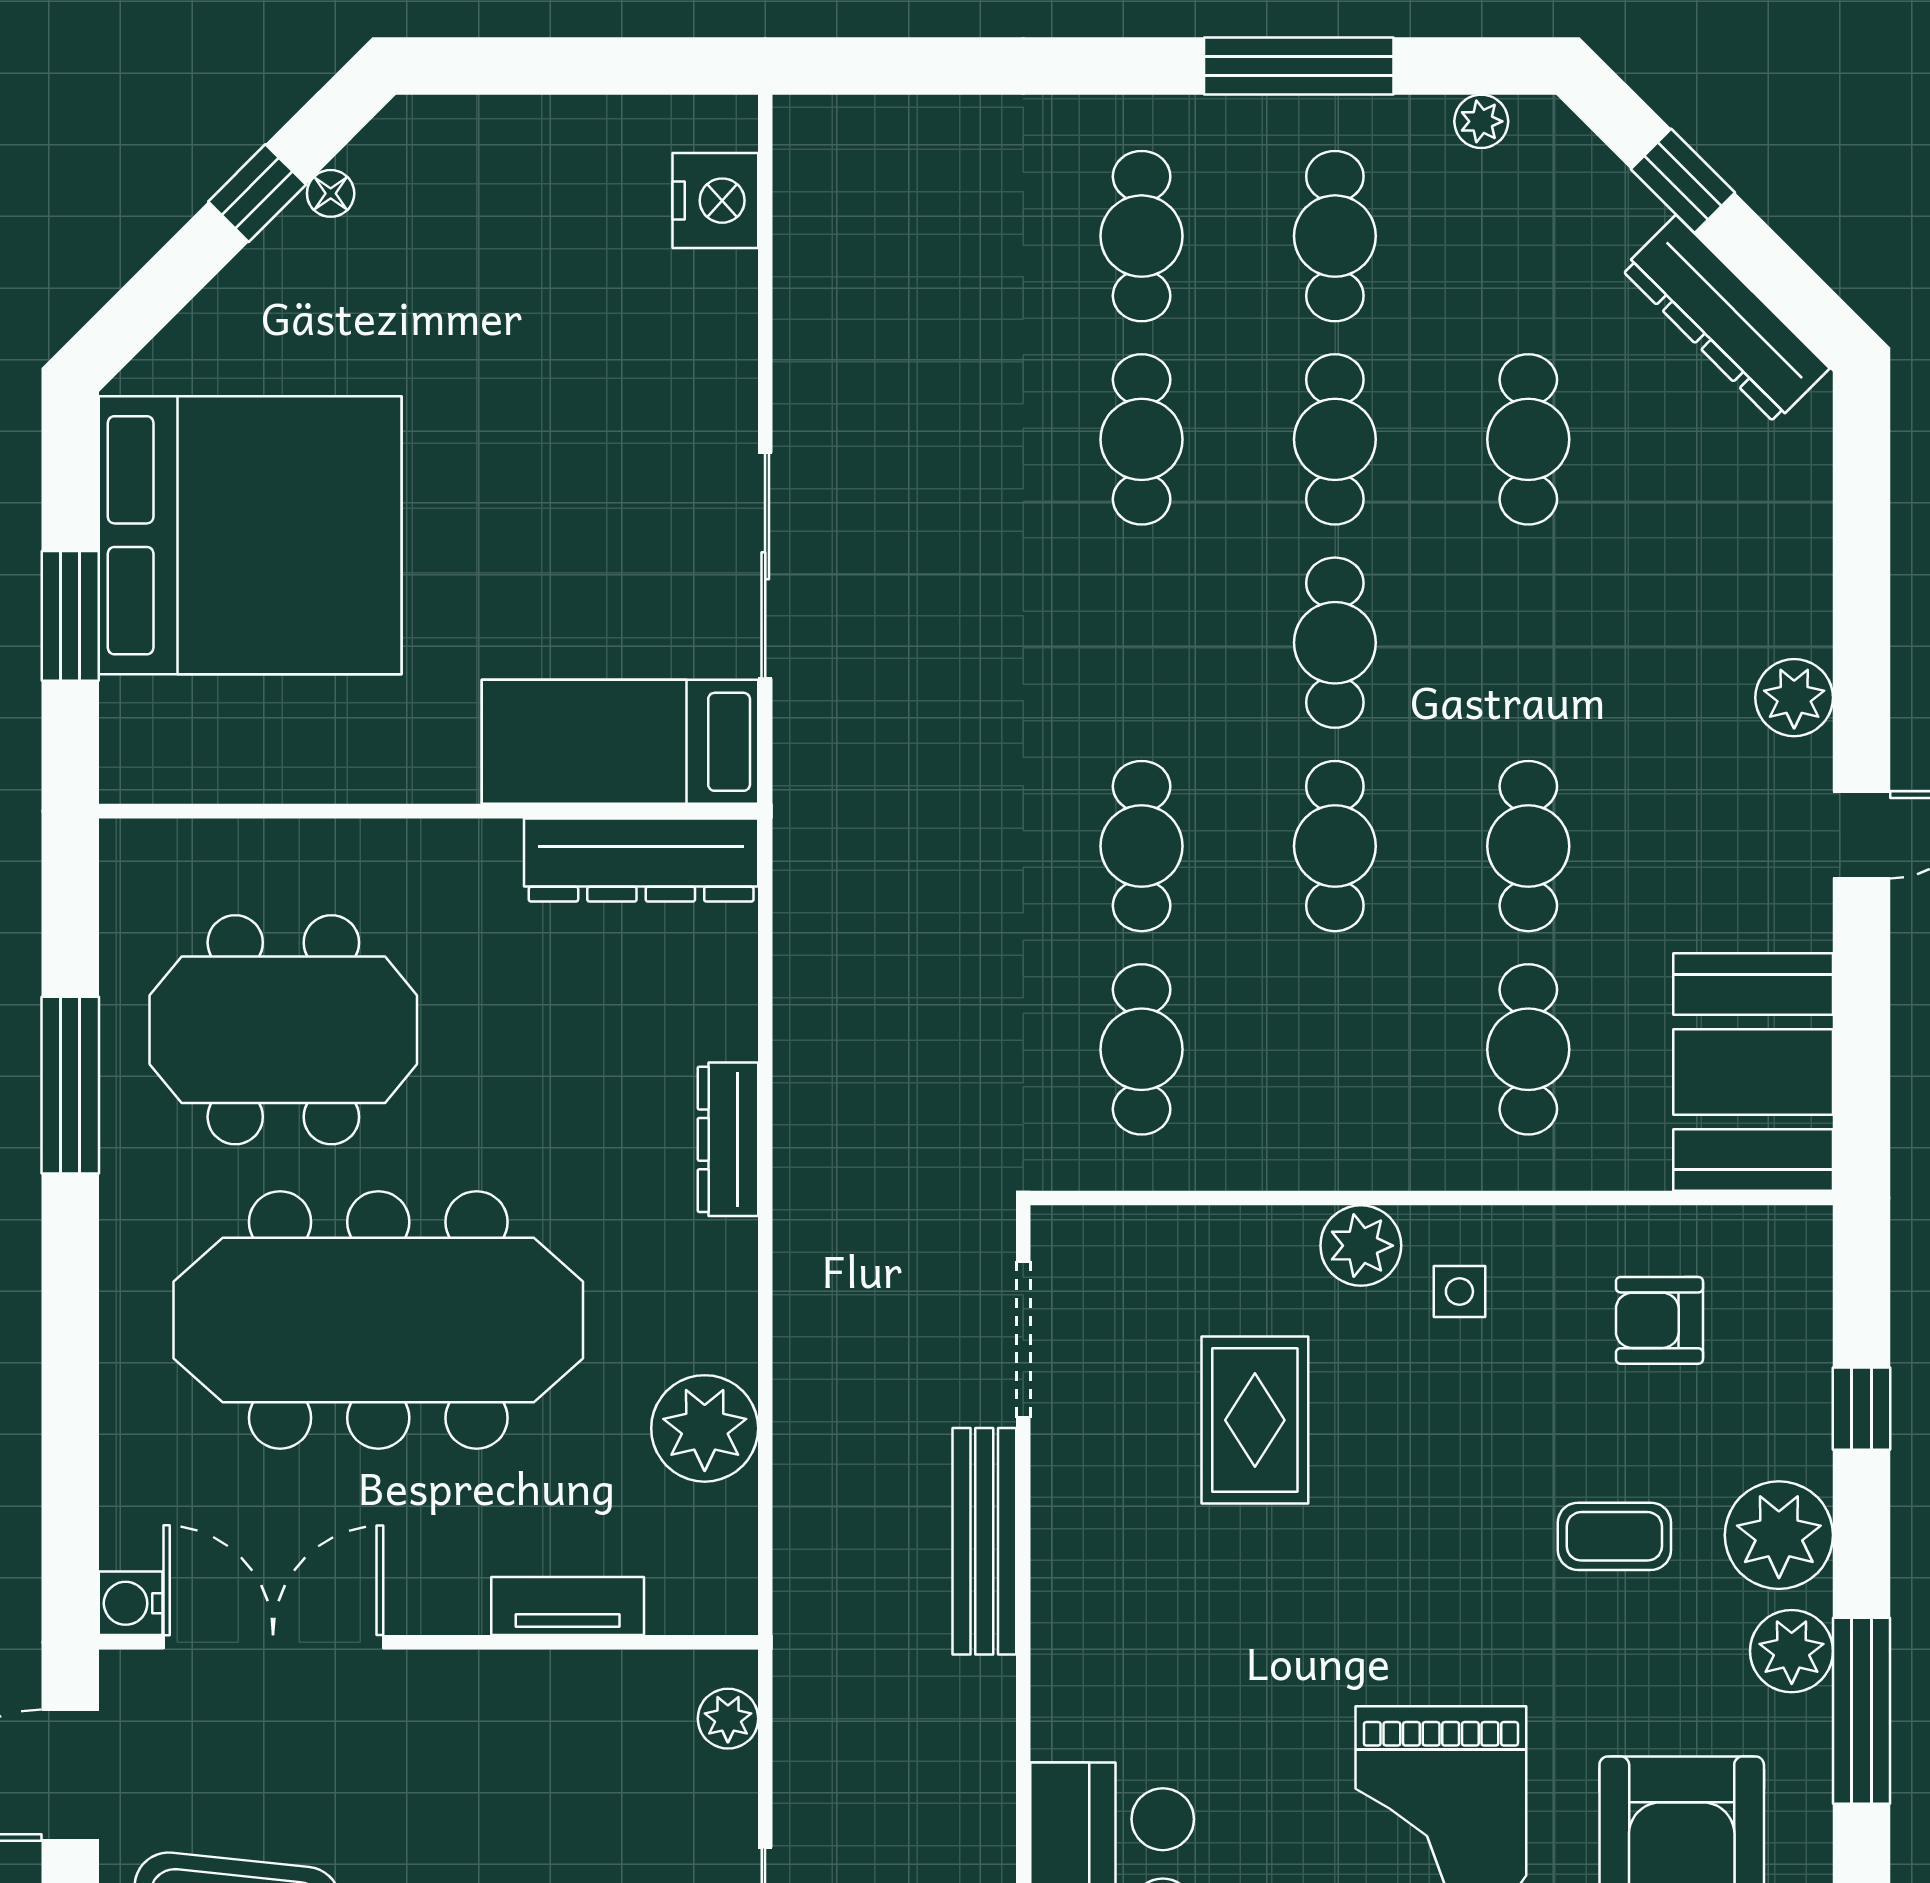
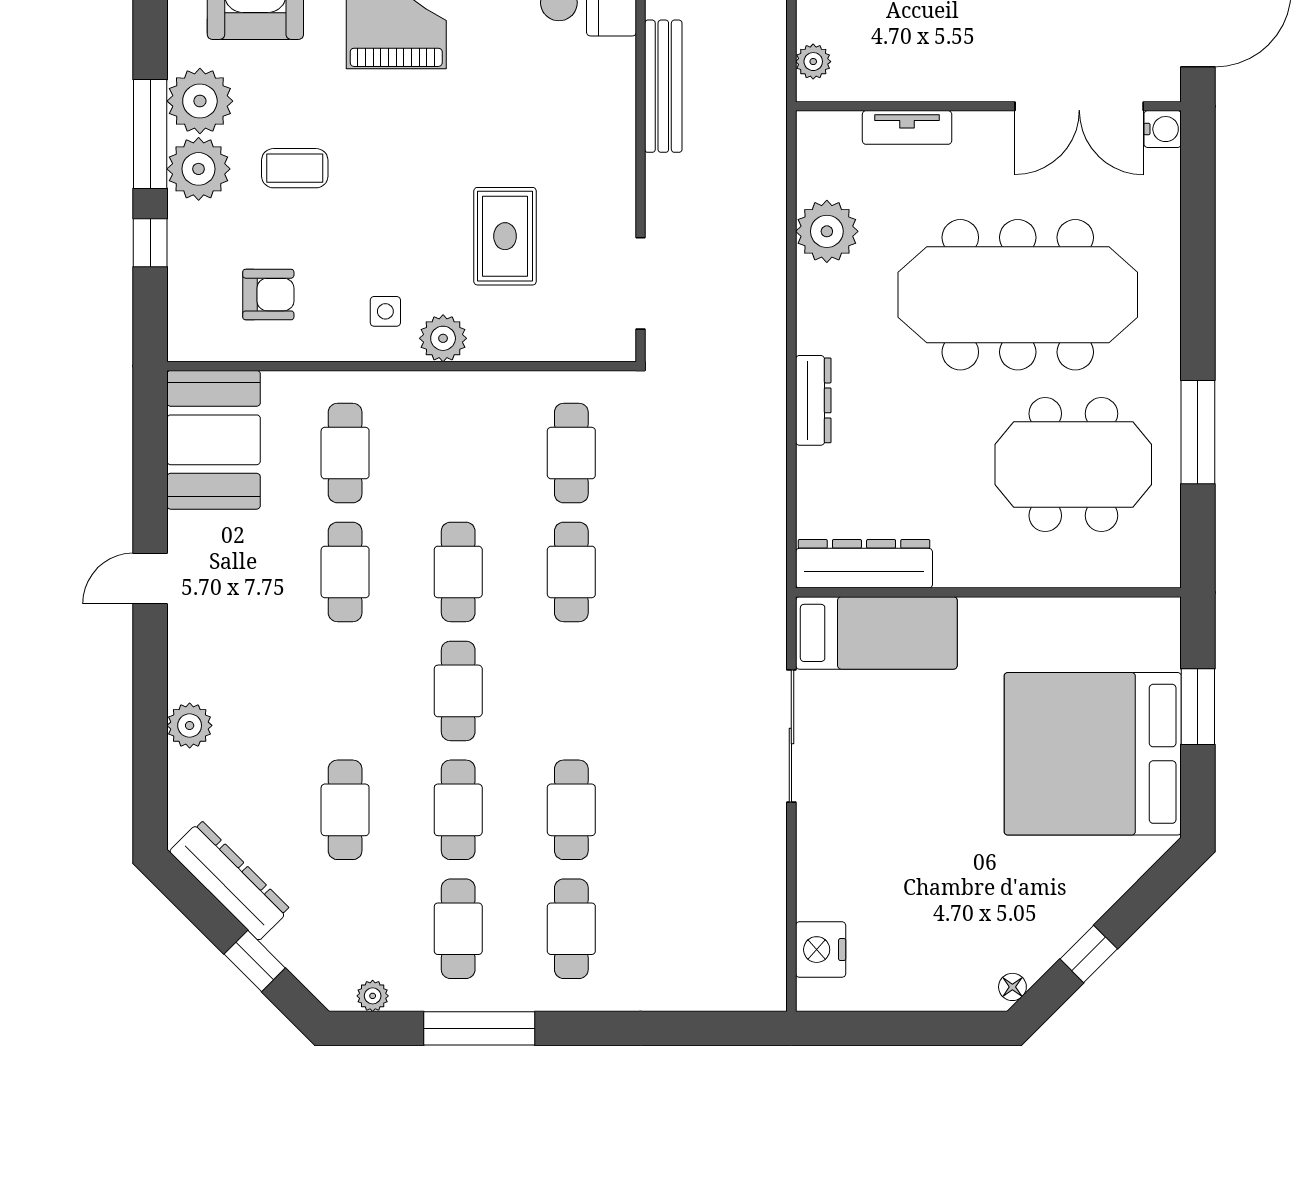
floor lamp: (331, 193) -> (1012, 987), moved
plant: (1794, 698) -> (190, 725), moved
bench: (984, 1541) -> (663, 86), moved
plant: (1792, 1651) -> (200, 101), width x1.36, depth x1.36
window: (1861, 1711) -> (150, 134), moved

